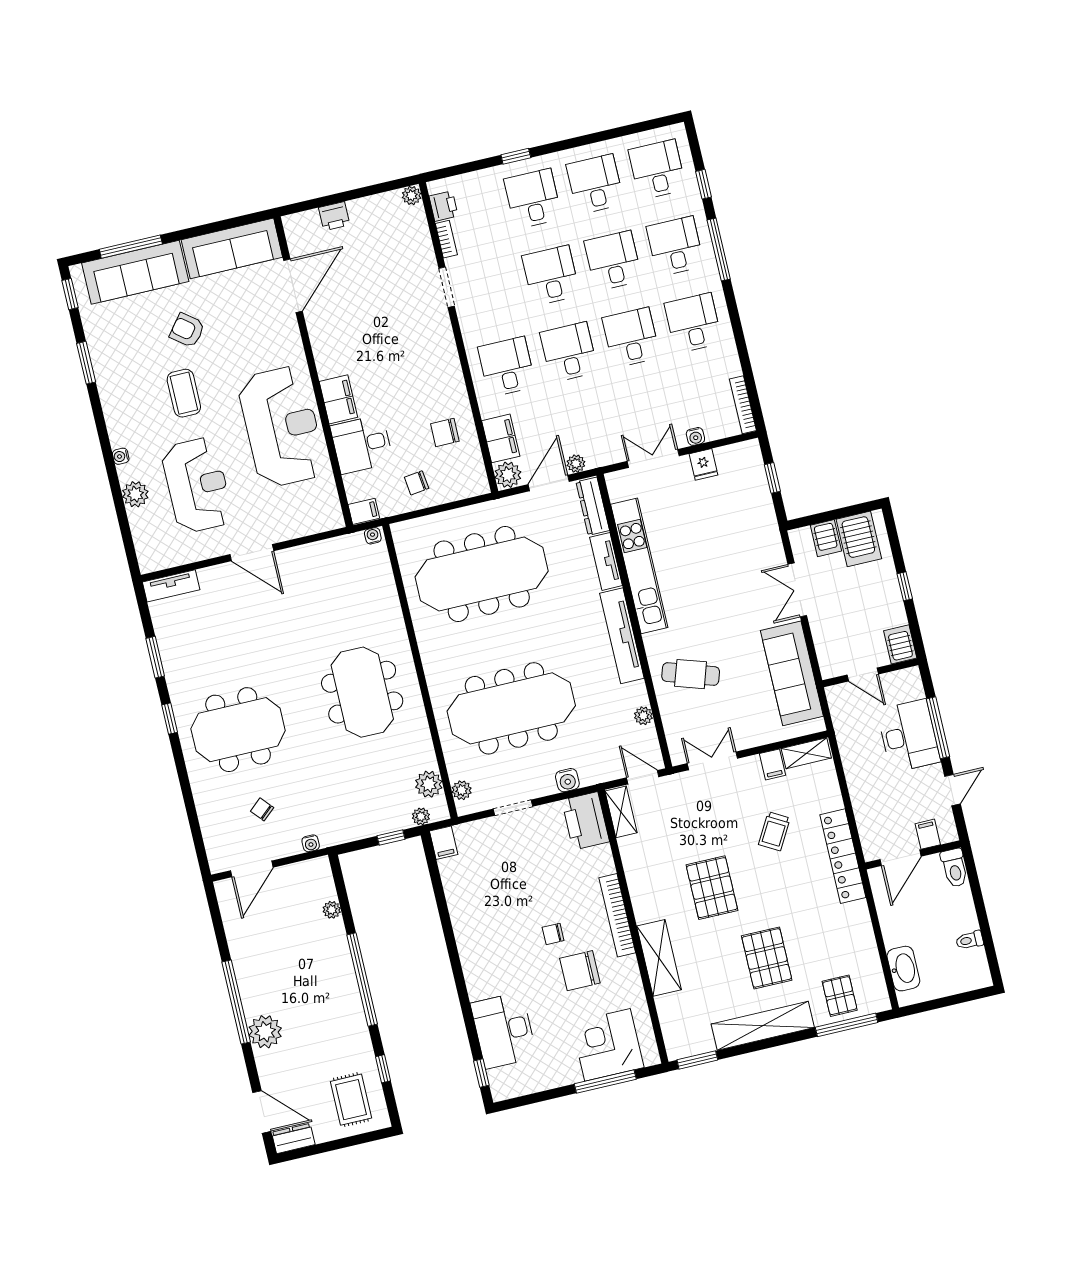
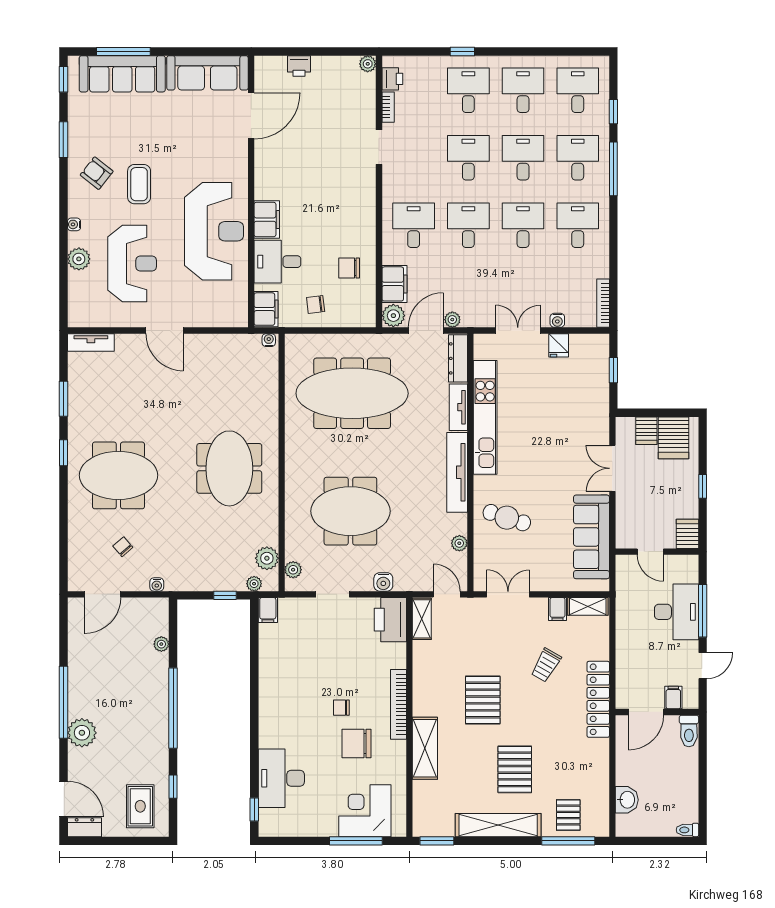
armchair: (187, 330) -> (97, 173), moved
filing cabinet: (364, 511) -> (266, 309), width x2.00
meeting table: (511, 708) -> (350, 511), width x0.73
toilet: (970, 940) -> (687, 830), moved
washbasin: (903, 969) -> (627, 800), width x0.72

